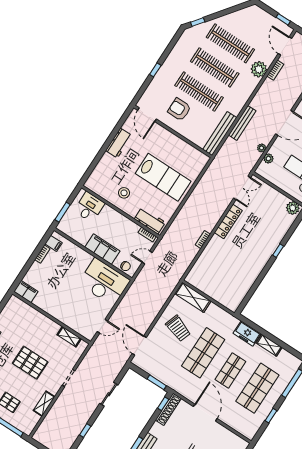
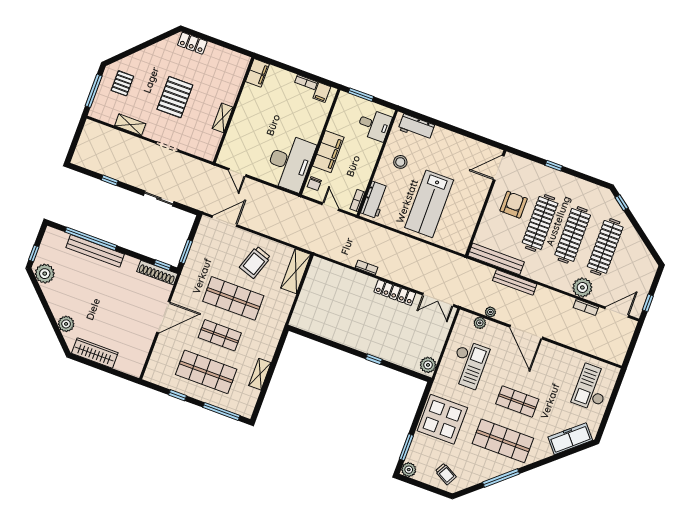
workbench: (119, 143) -> (416, 127), moved
freezer: (247, 333) -> (268, 345), removed
shelving: (69, 337) -> (223, 118), moved

